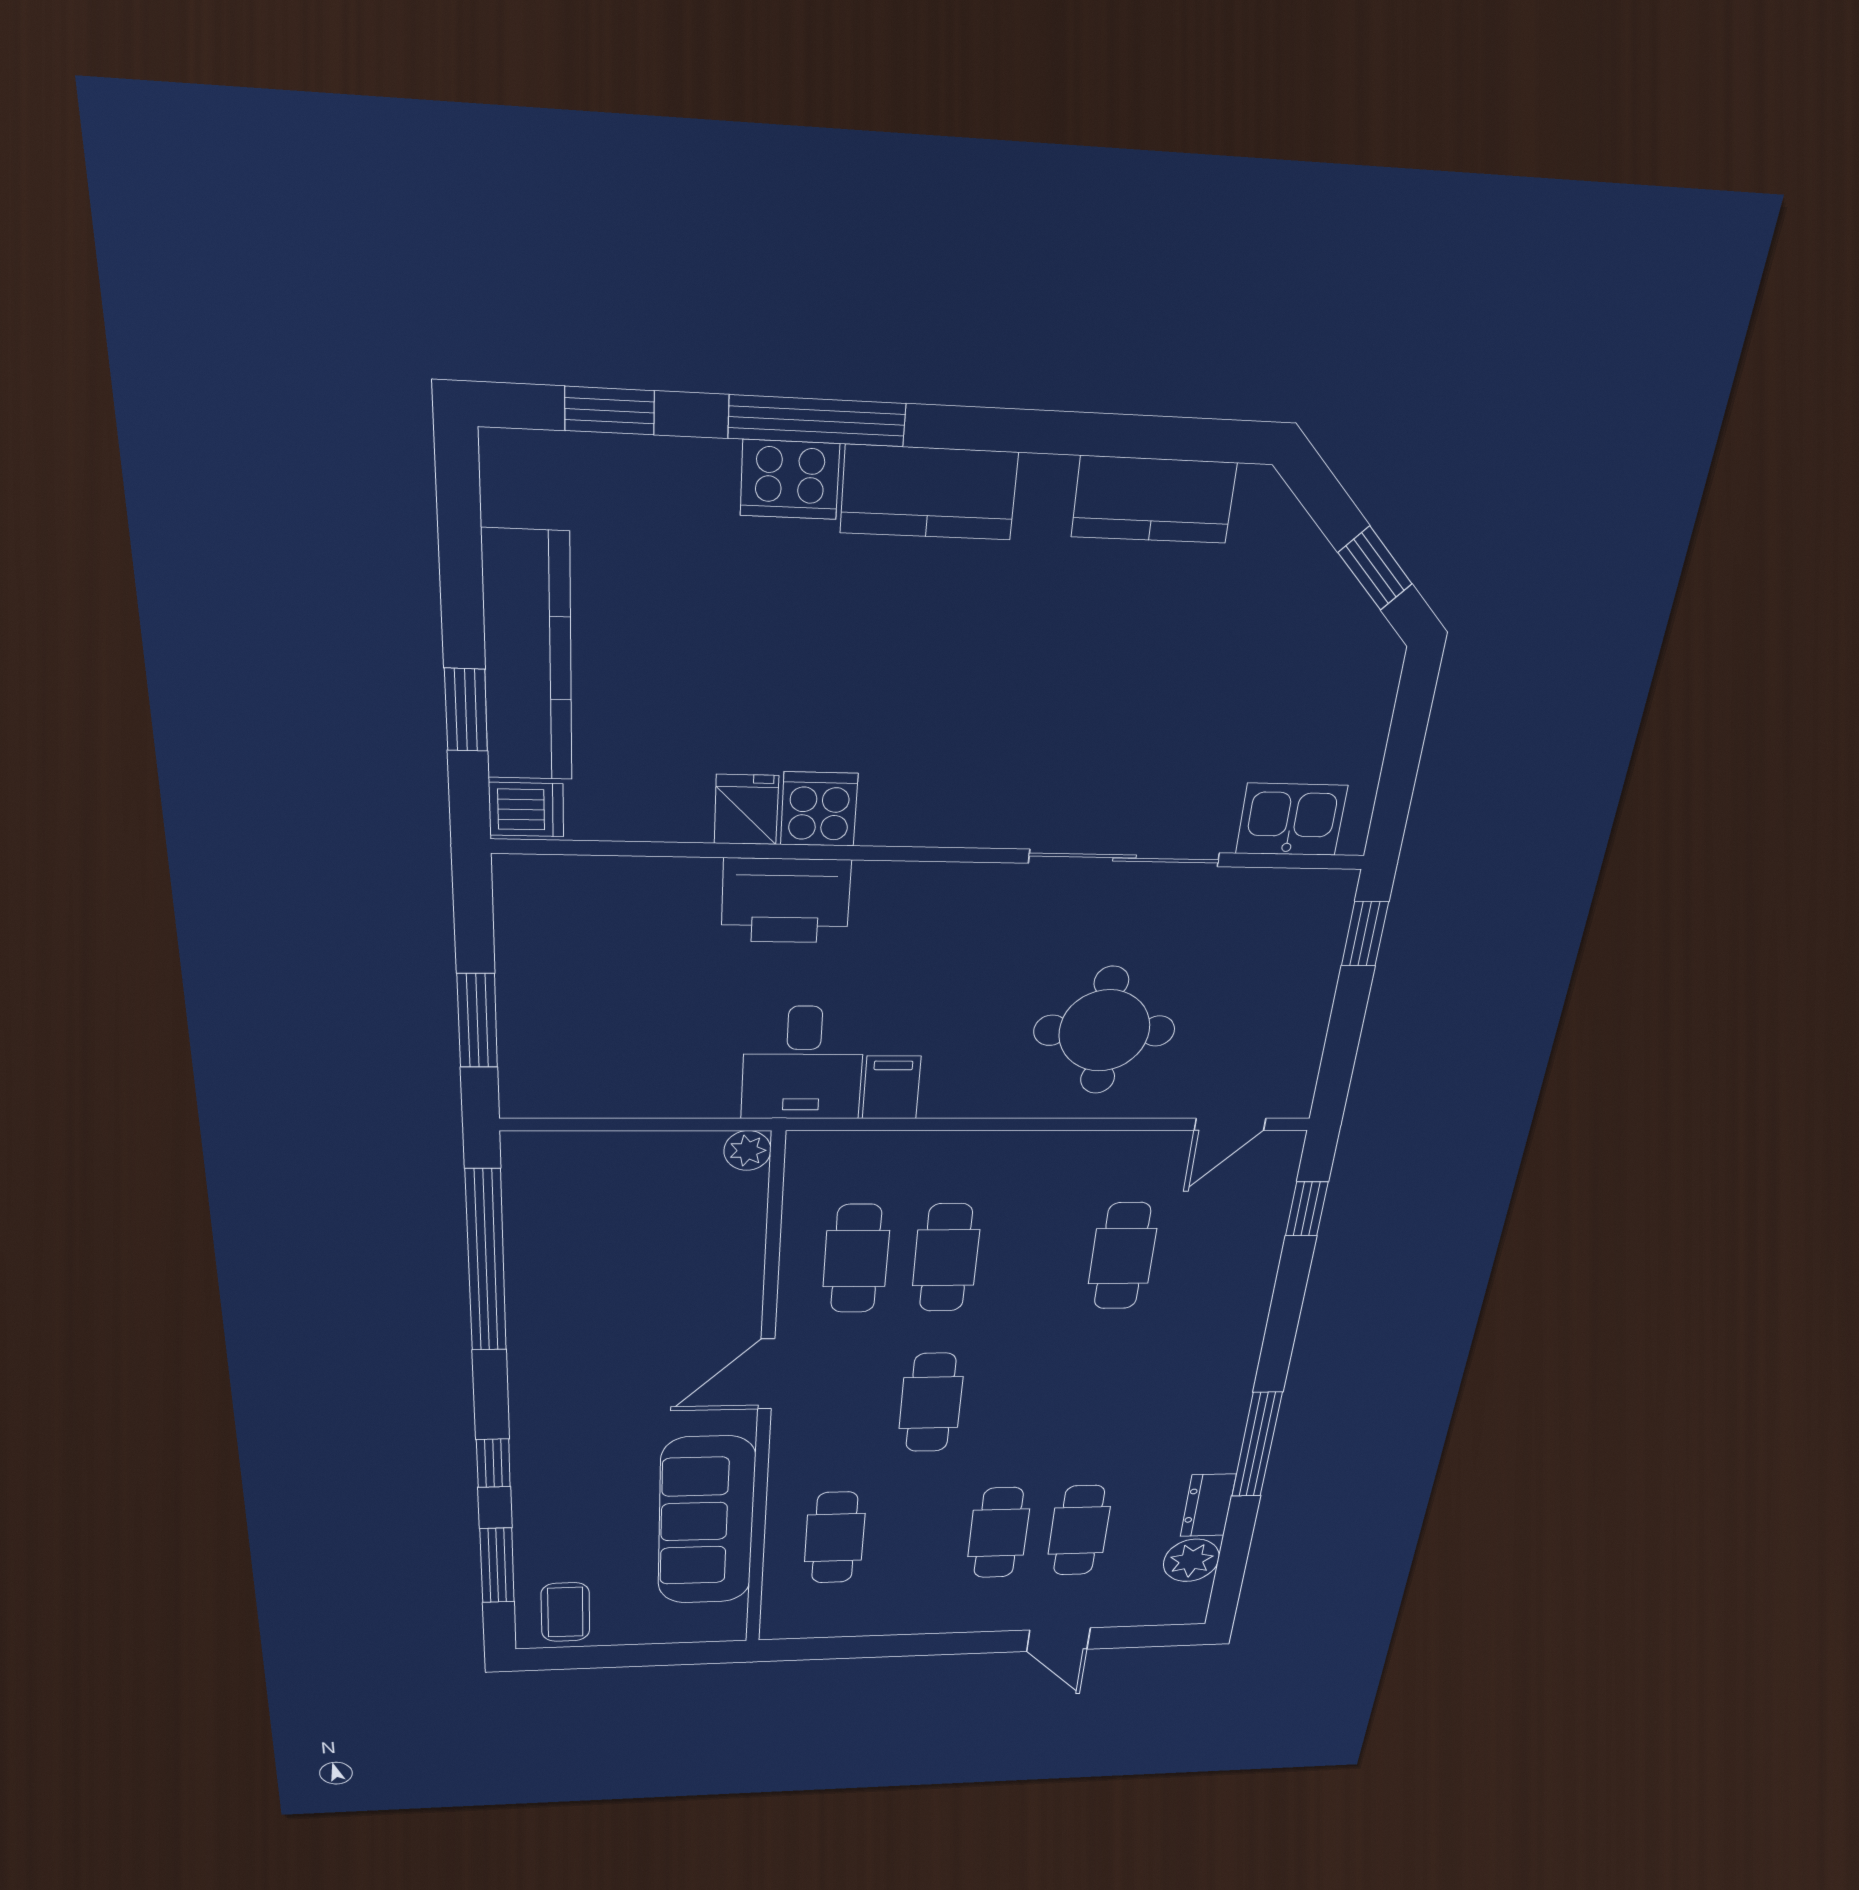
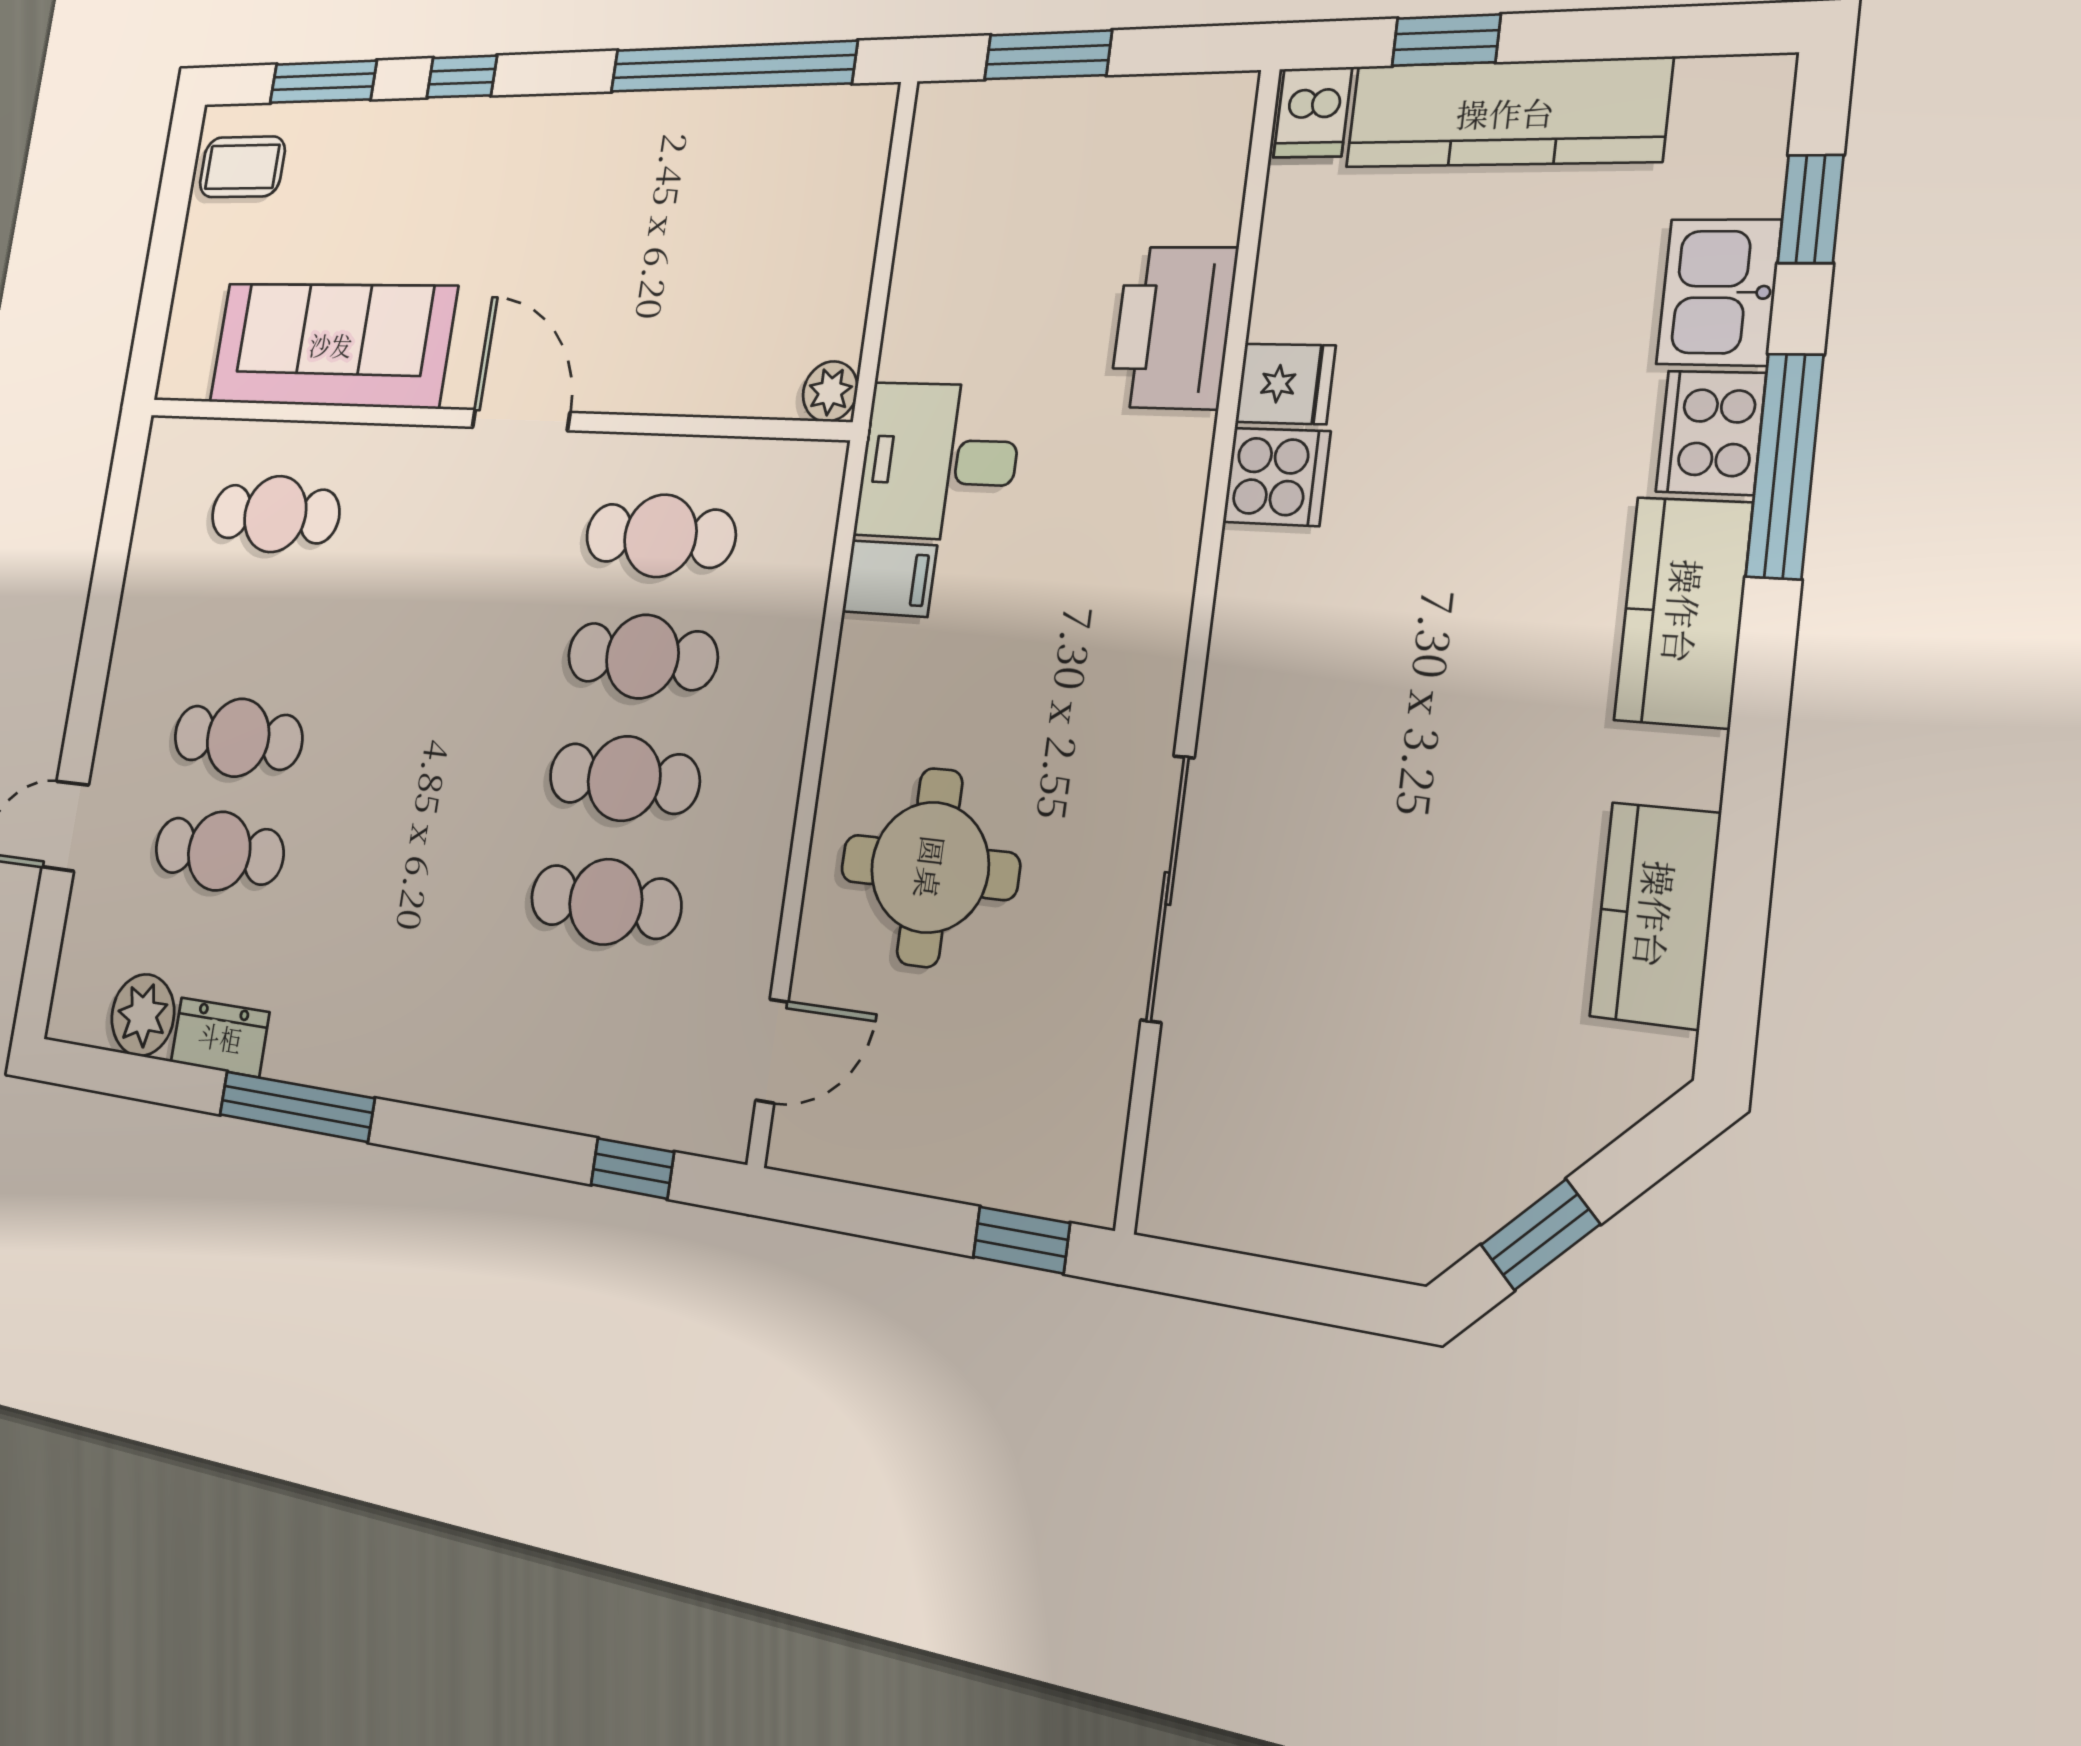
kitchen sink: (1292, 819) -> (1719, 292), moved, turned 180
printer: (786, 901) -> (1173, 328), moved
door: (1230, 1124) -> (772, 1051), swing flipped
cafe table: (931, 1403) -> (624, 778), moved

